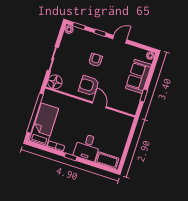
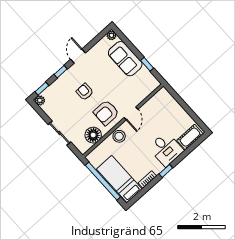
floor lamp: (55, 82) -> (93, 135), moved
door: (99, 105) -> (131, 113), swing flipped
stool: (76, 106) -> (119, 136), added

